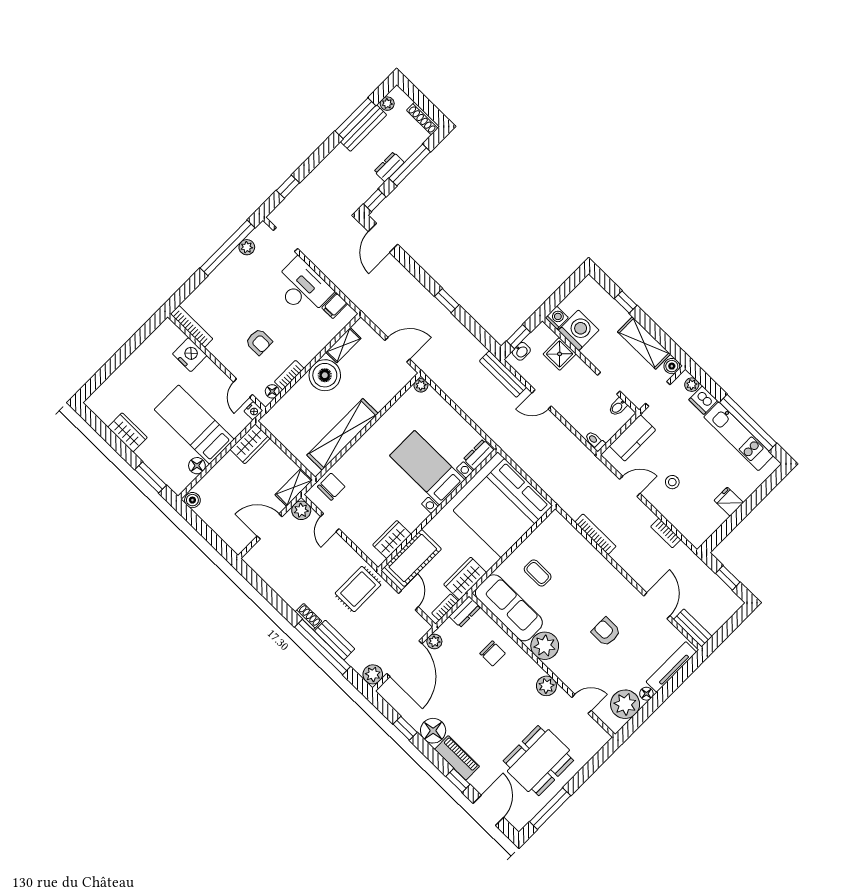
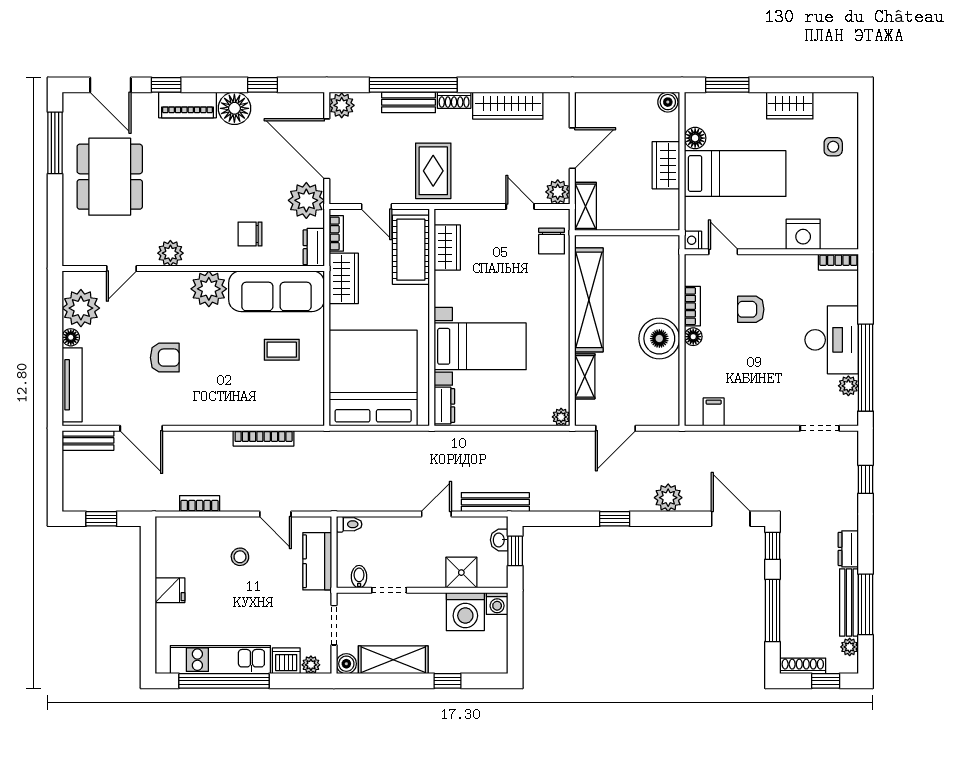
window: (419, 98) -> (826, 681), added
dresser: (389, 167) -> (848, 549), moved, turned 180
plant: (406, 283) -> (668, 498), added
desk: (302, 288) -> (832, 340), moved, turned -90
bookcase: (192, 326) -> (838, 262), width x0.64
shelving: (343, 345) -> (585, 376), moved
side table: (126, 386) -> (833, 147), added
floor lamp: (272, 391) -> (693, 337), moved
wardrobe: (250, 444) -> (666, 165), moved
door: (630, 486) -> (275, 514), hinge flipped
wardrobe: (282, 584) -> (508, 106), added
plant: (434, 641) -> (306, 200), width x1.87, depth x1.87

